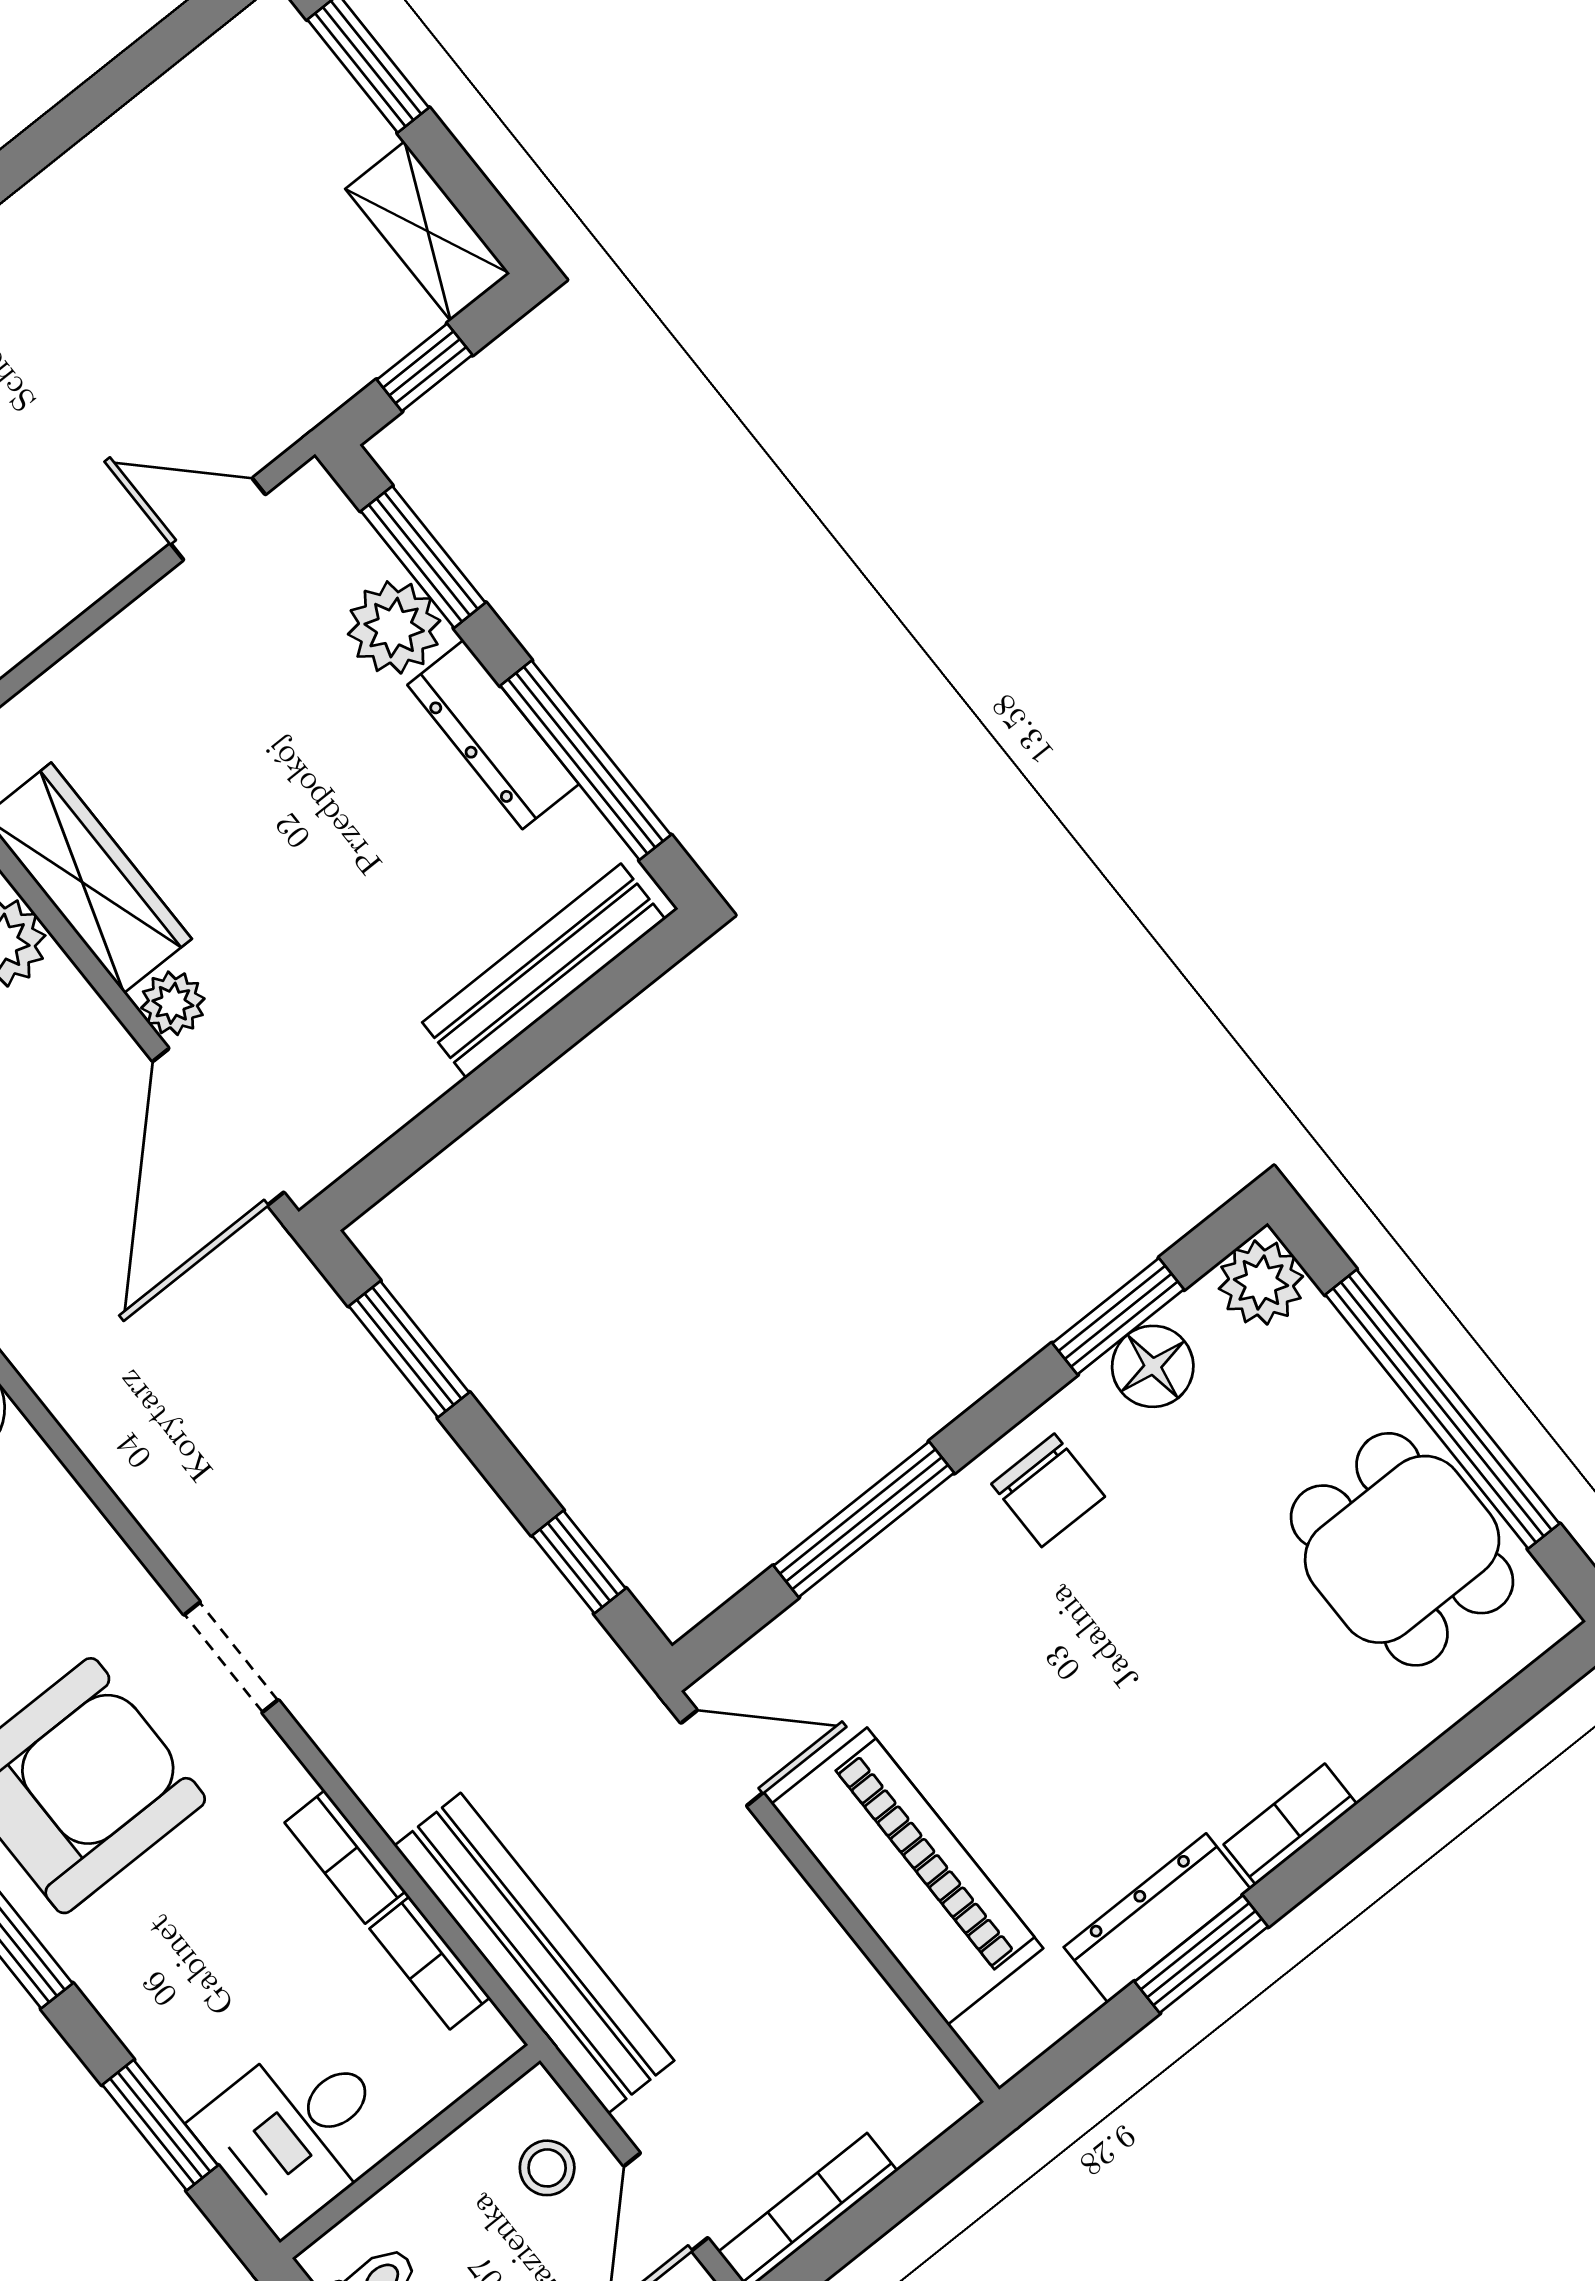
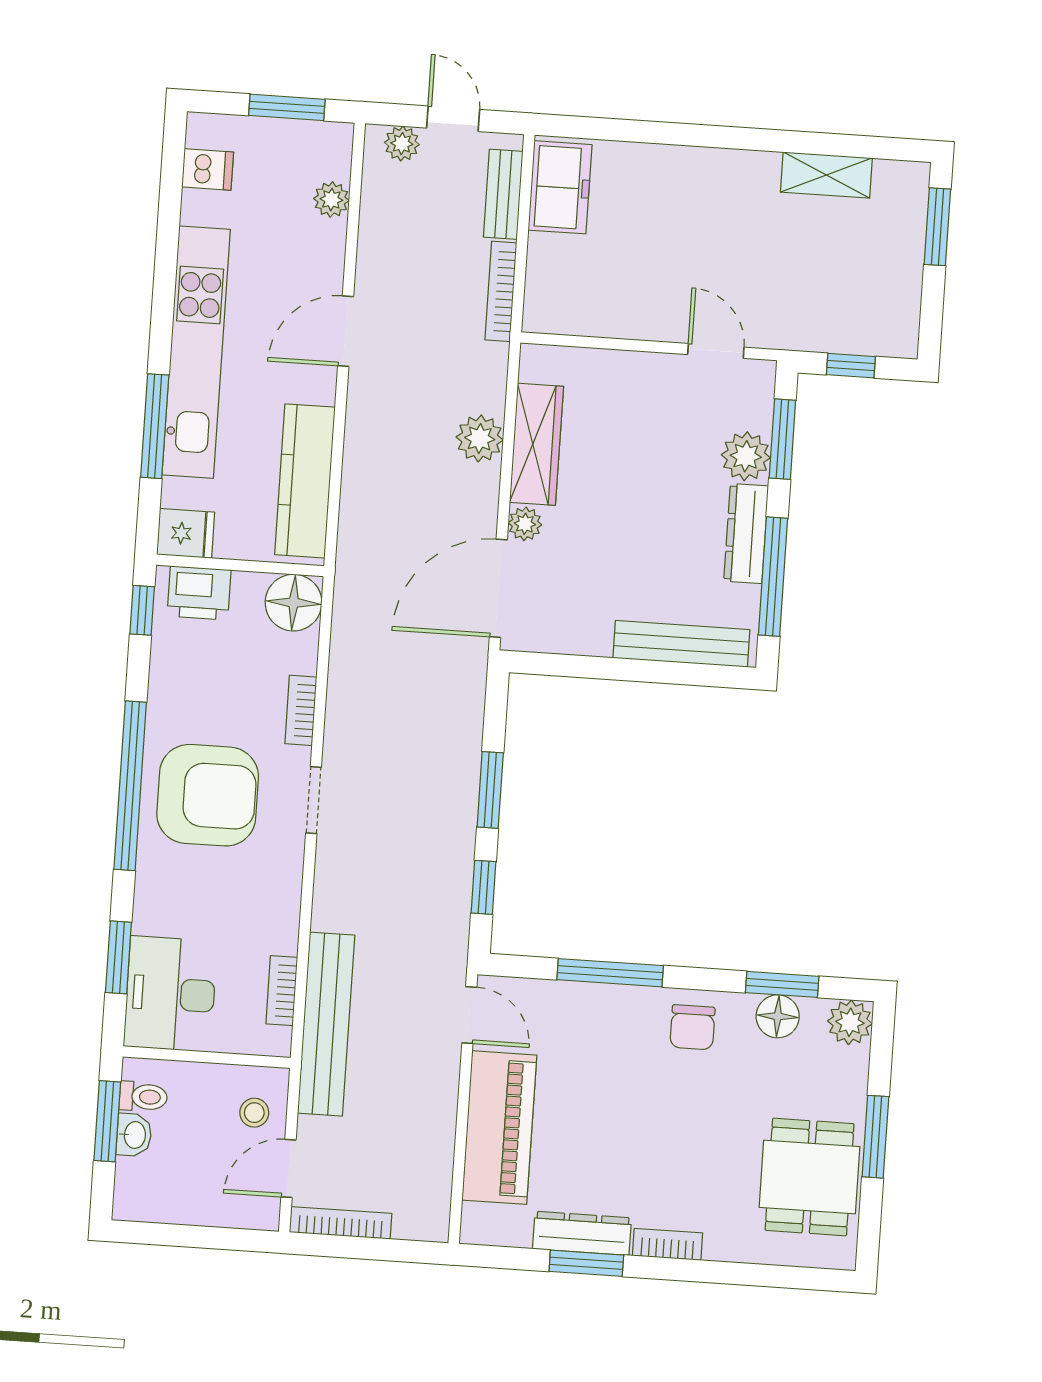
shelving: (428, 231) -> (826, 175), moved, turned 90
window: (409, 1349) -> (490, 790), moved
window: (1442, 1409) -> (875, 1137), width x0.47
bookcase: (345, 1857) -> (301, 710), moved
desk: (297, 2132) -> (170, 994), width x1.37

